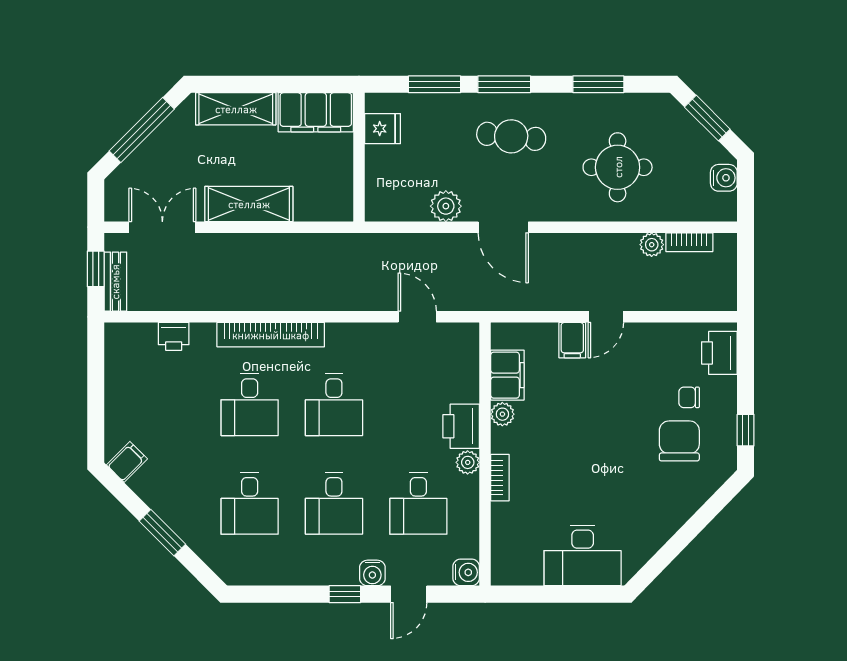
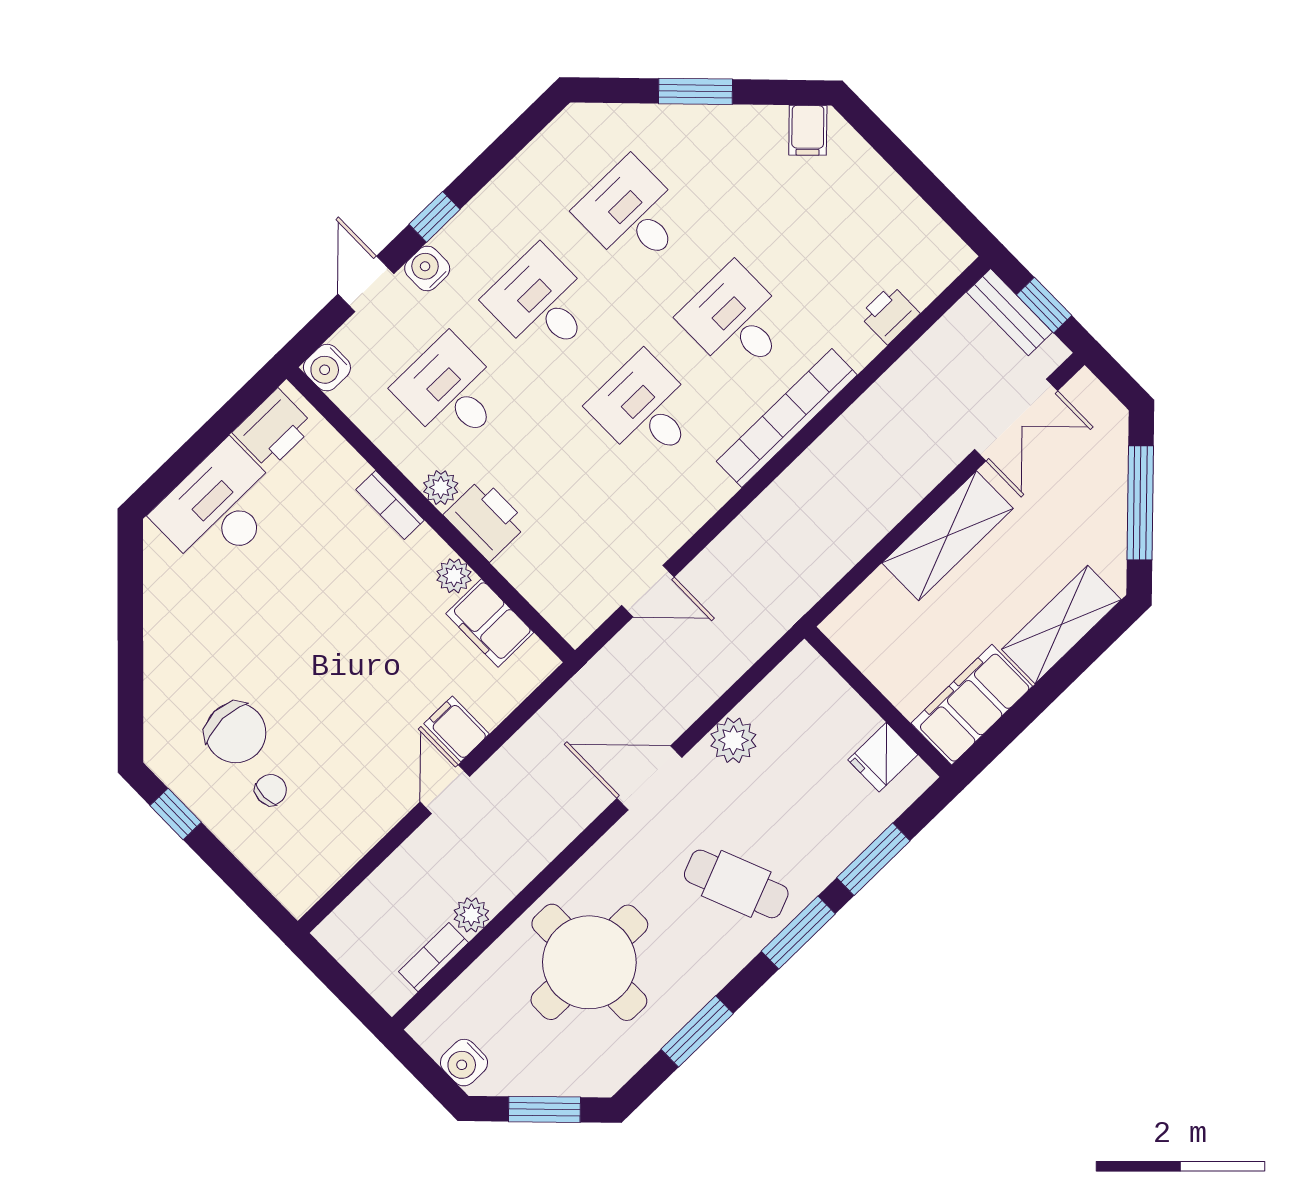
cafe table: (511, 136) -> (736, 884), turned 62
round table: (618, 167) -> (589, 962), width x1.36, depth x1.36
printer: (719, 353) -> (273, 429), moved, turned 90

